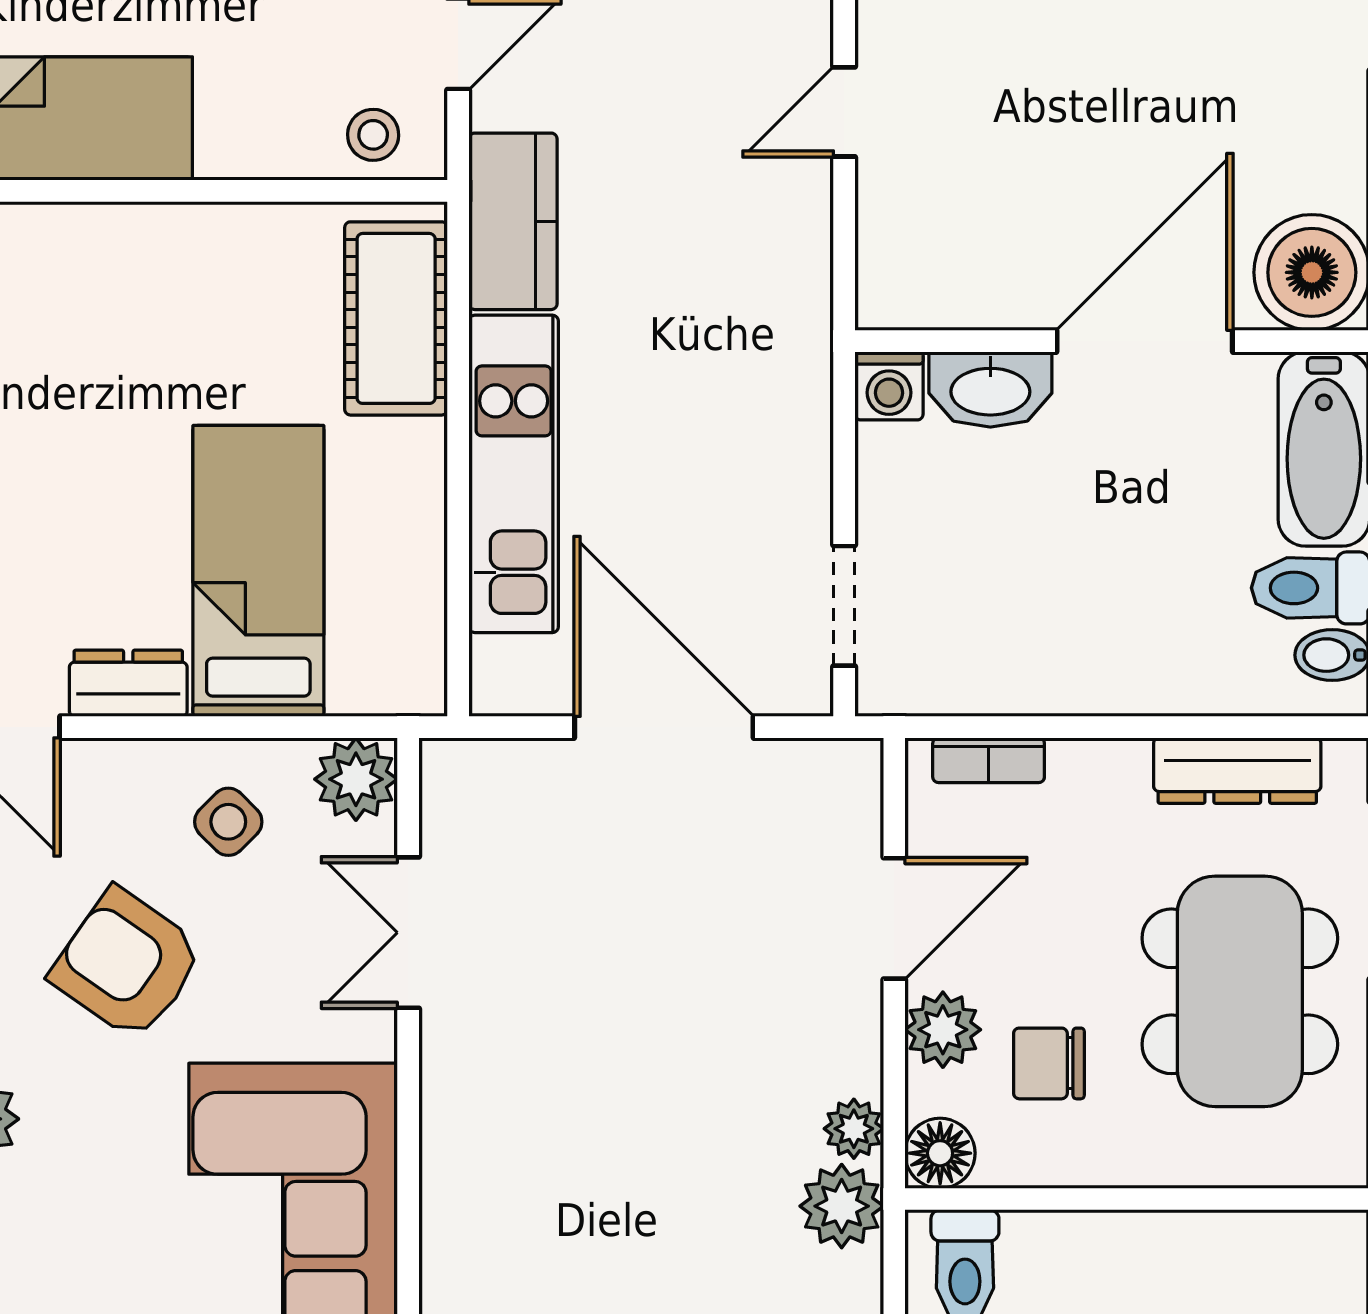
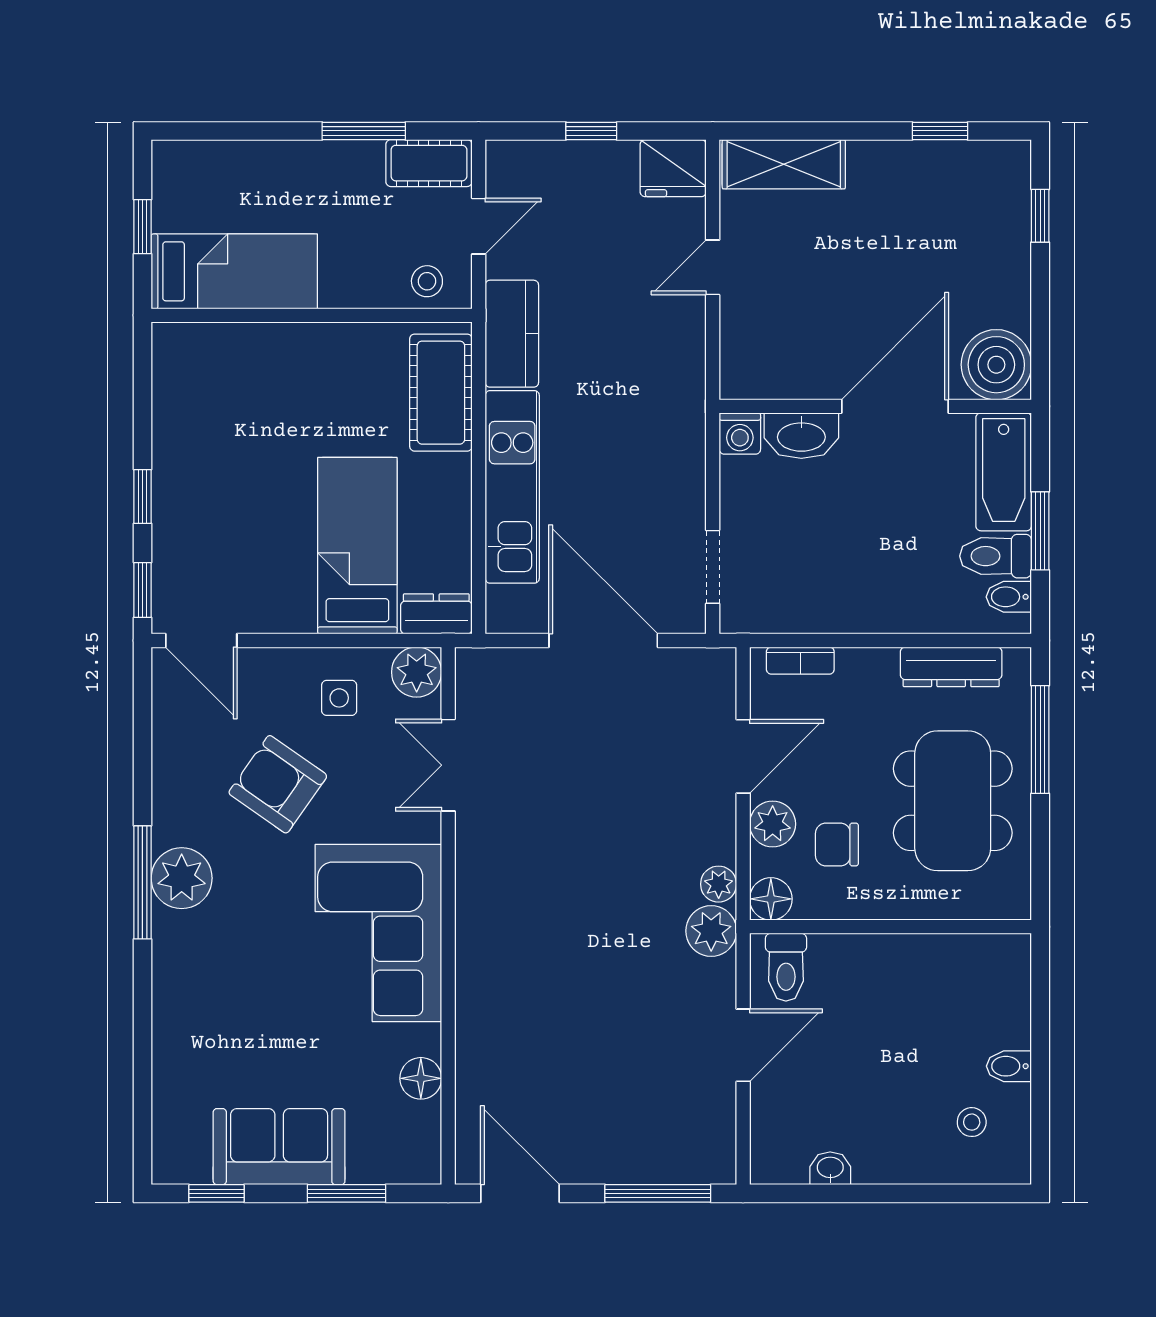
dresser: (128, 683) -> (436, 614), moved
side table: (228, 822) -> (339, 698), turned 45

